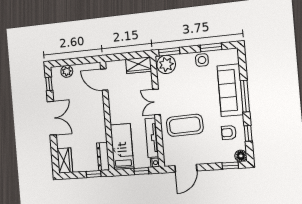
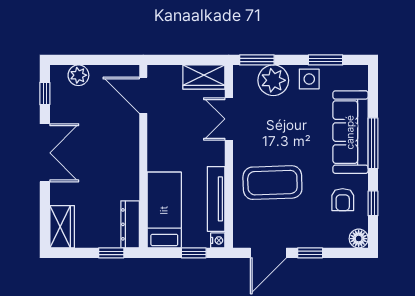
plant: (166, 64) -> (273, 80), moved
double door: (156, 102) -> (229, 119), moved
armchair: (229, 133) -> (343, 200), turned -90
window: (230, 165) -> (310, 253), moved

